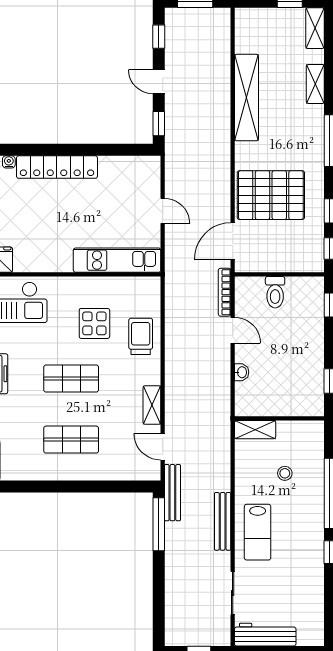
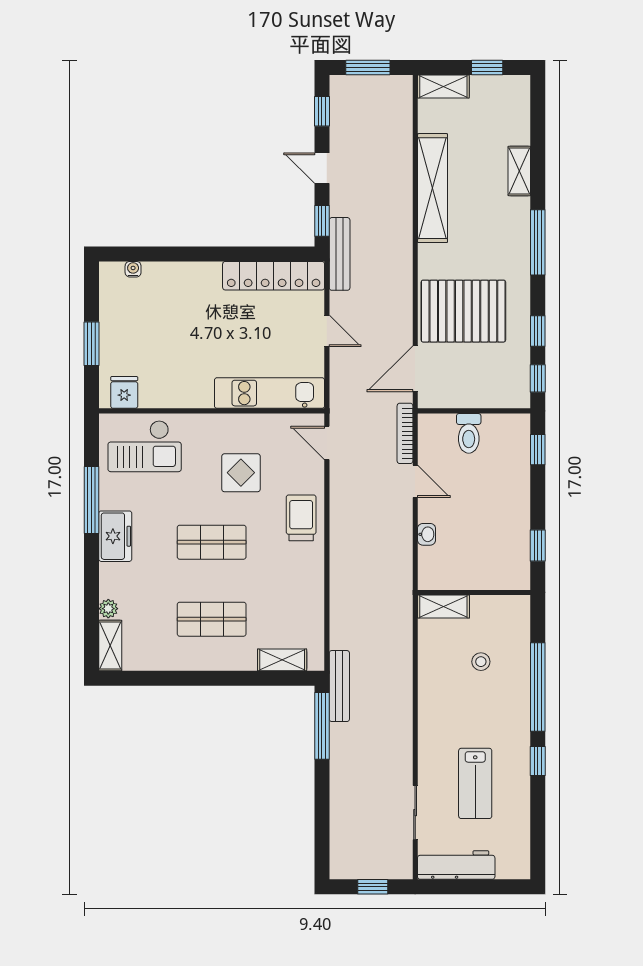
shelving: (315, 28) -> (443, 86), moved, turned 90
locker: (57, 167) -> (274, 276), moved
trolley: (141, 336) -> (301, 518), moved
shelving: (152, 405) -> (282, 660), moved, turned 90
door: (163, 447) -> (327, 443), moved
bench: (223, 521) -> (340, 254), moved
lab bench: (258, 532) -> (475, 783), moved

